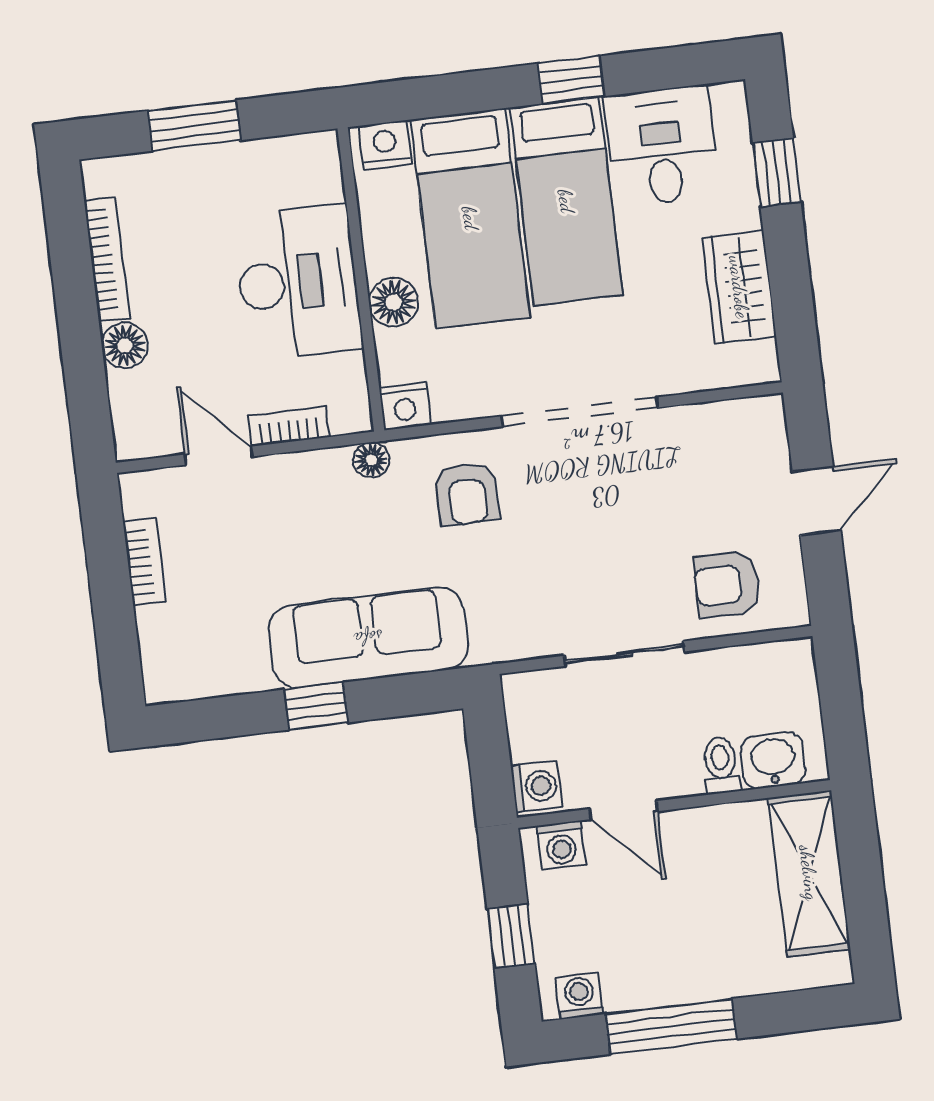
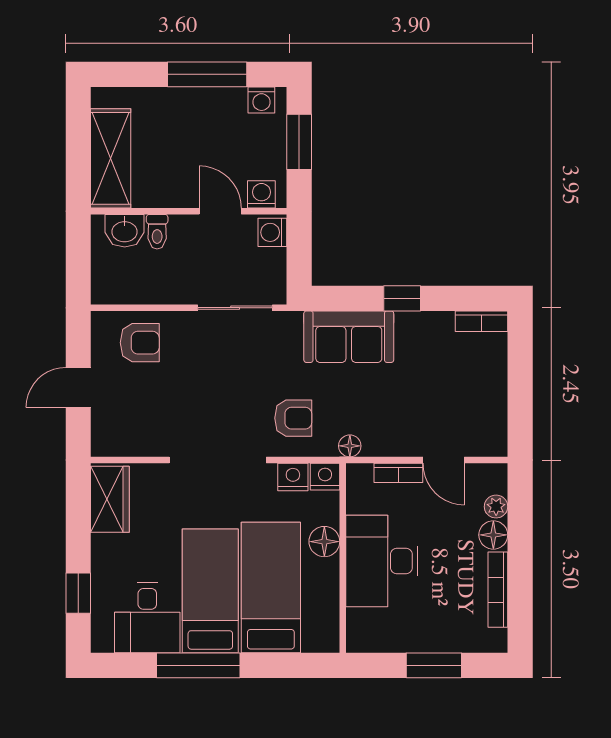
window: (571, 80) -> (198, 665), width x2.17
nightstand: (385, 145) -> (293, 477), moved, turned 180
wardrobe: (739, 287) -> (110, 499), moved
plant: (126, 391) -> (496, 507), added
armchair: (467, 494) -> (293, 418), turned 90
bookcase: (145, 562) -> (482, 321), moved, turned -90
sofa: (368, 638) -> (349, 337), width x0.73
sliding door: (624, 654) -> (235, 308), moved
window: (511, 936) -> (299, 142), width x1.50

